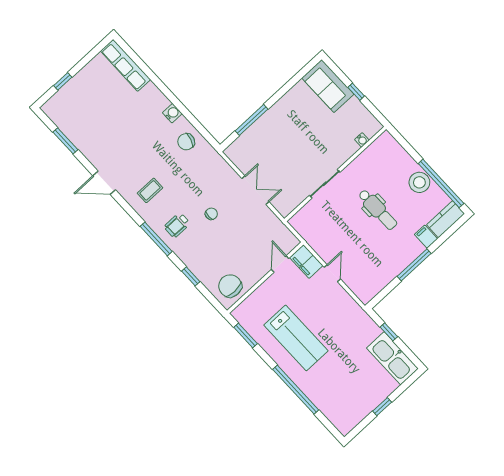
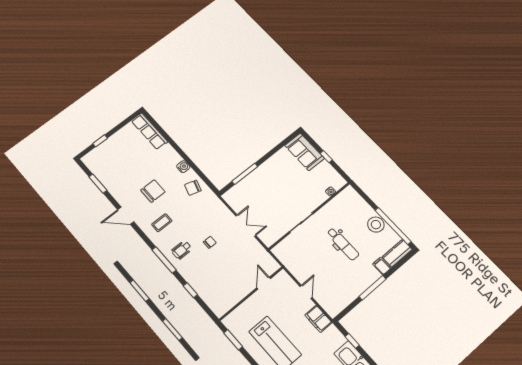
filing cabinet: (306, 262) -> (318, 319), moved
chair: (230, 286) -> (153, 191), moved, turned 90

